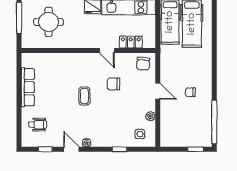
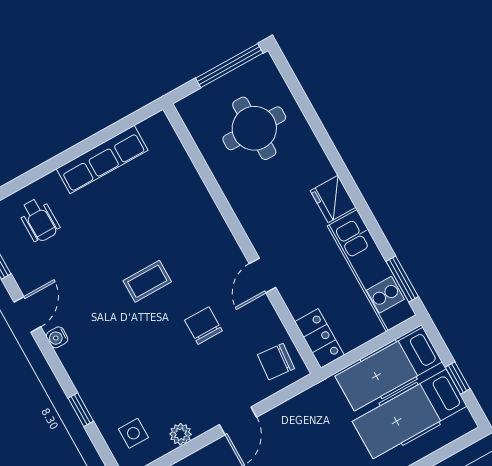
locker: (131, 42) -> (319, 338), moved

